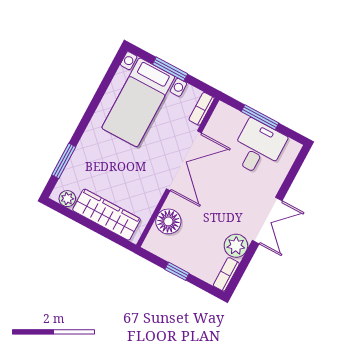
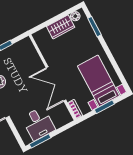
window: (260, 117) -> (40, 141), moved
wardrobe: (106, 215) -> (61, 27), width x0.67
floor lamp: (168, 221) -> (32, 57), removed

